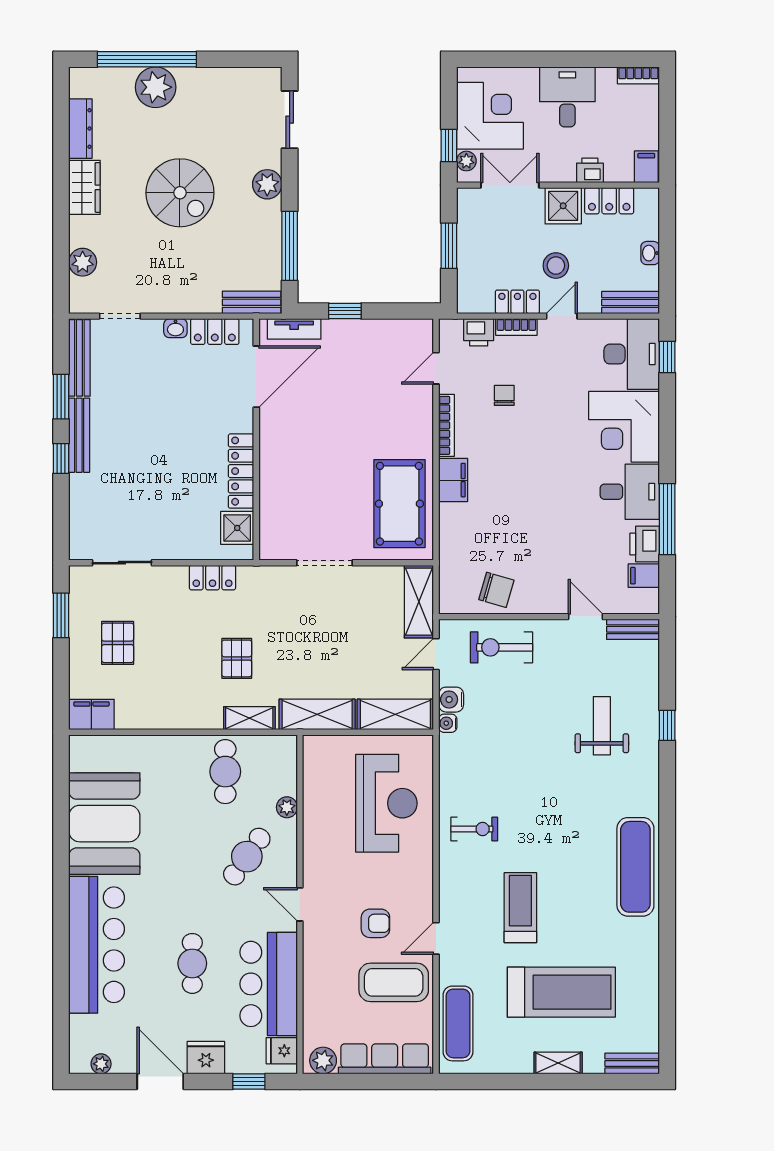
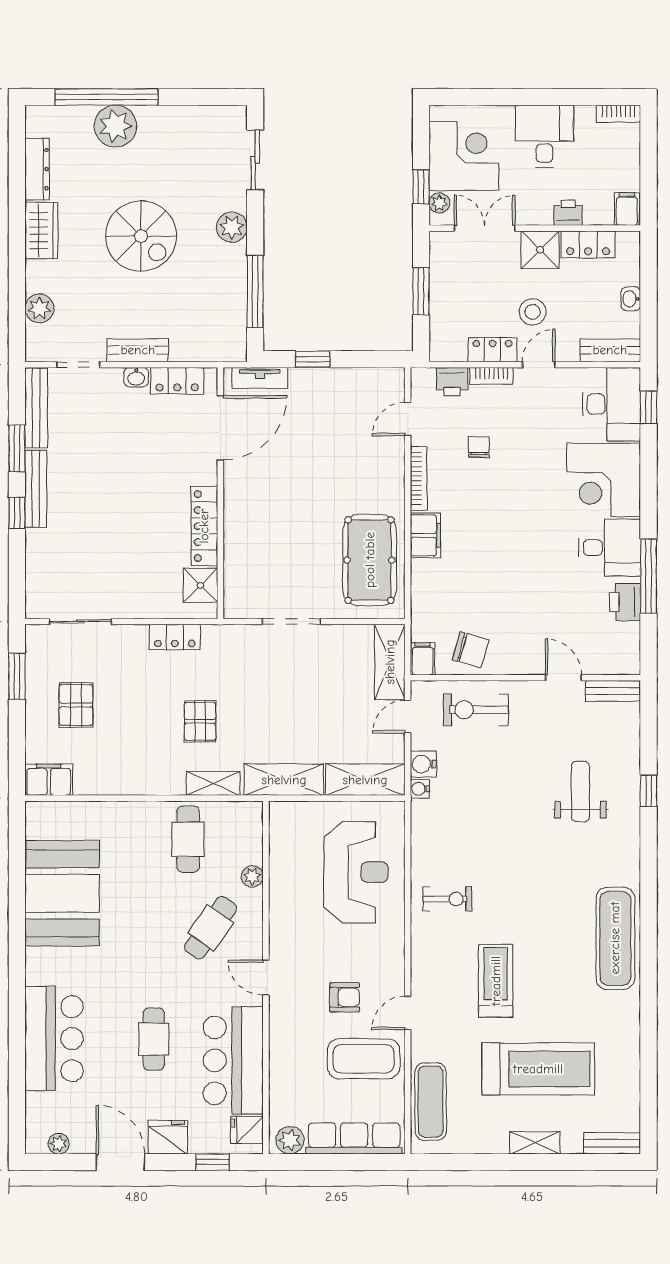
bench: (252, 302) -> (138, 350), moved
filing cabinet: (644, 576) -> (423, 659), moved, turned 90
bar counter: (97, 945) -> (54, 1039), width x0.73

